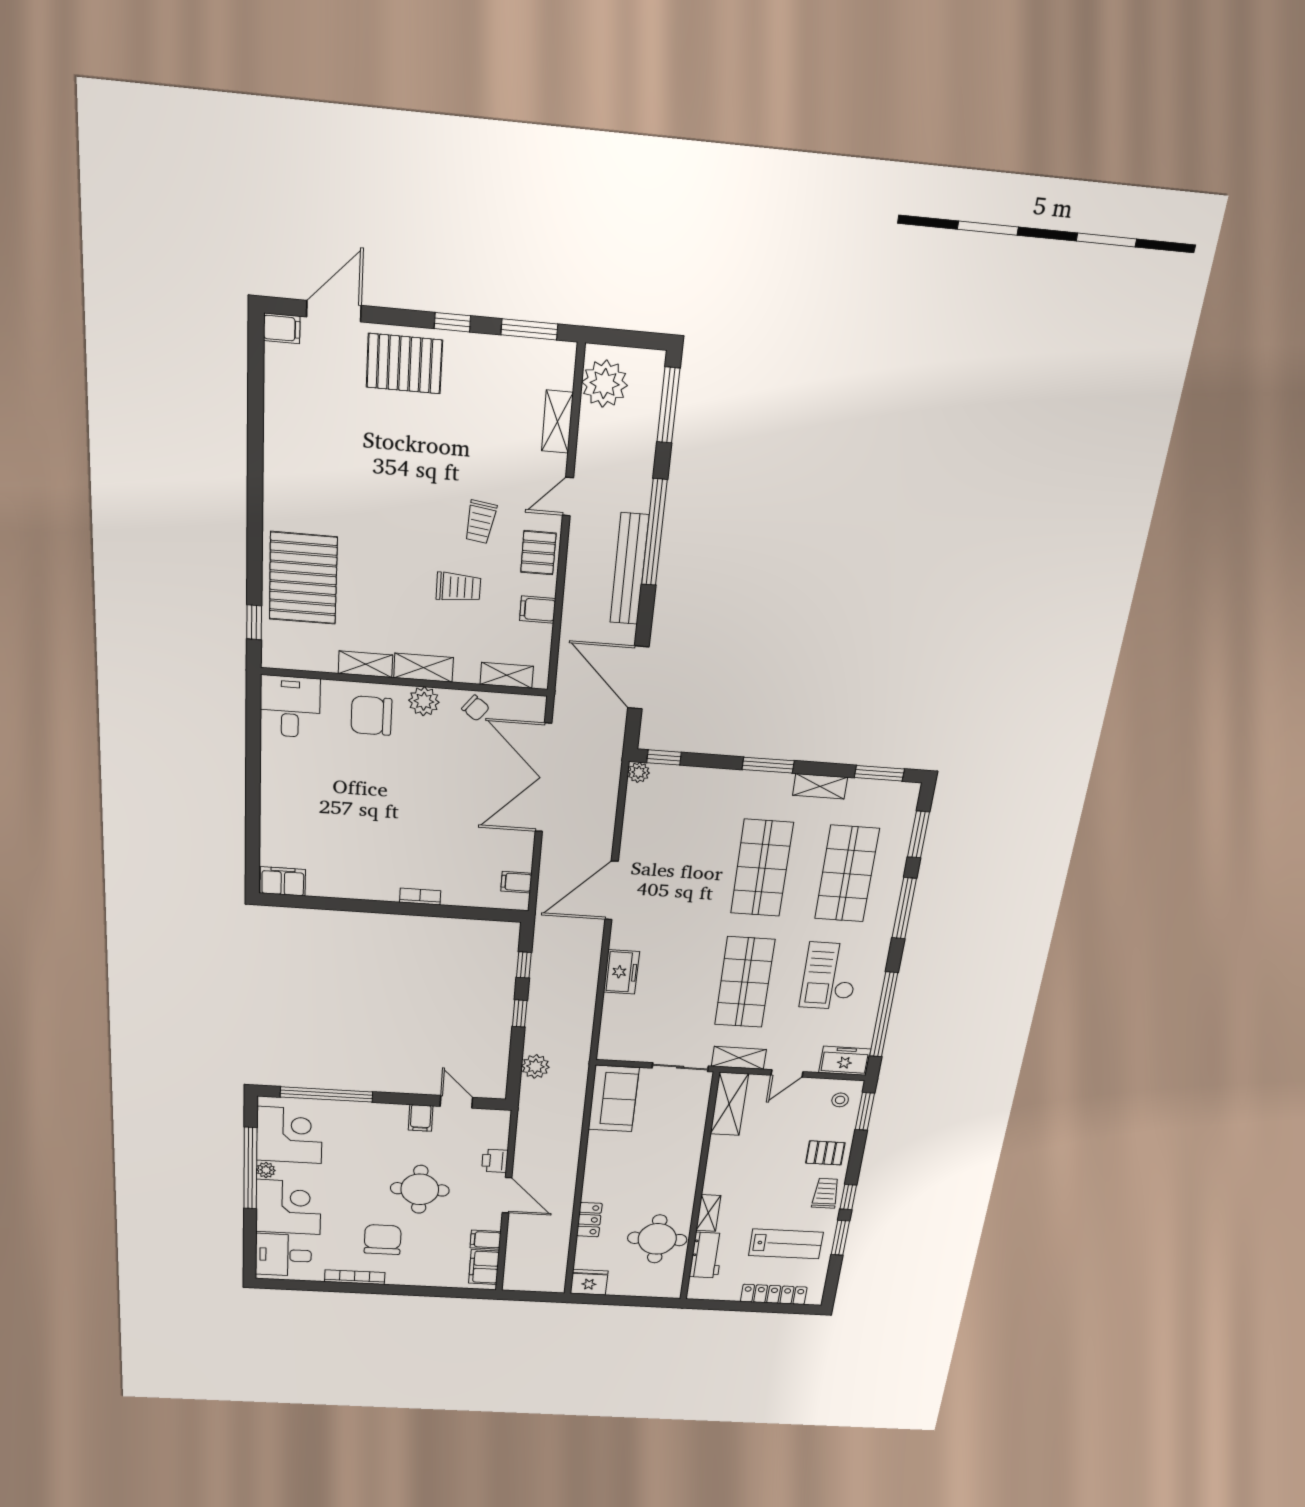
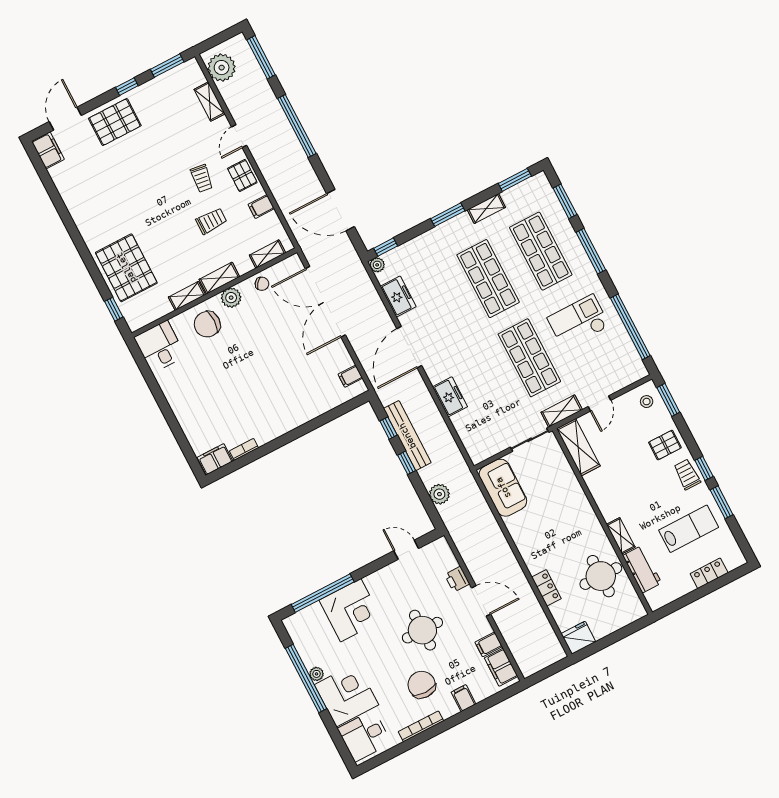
filing cabinet: (282, 328) -> (48, 150), width x2.00
bench: (629, 569) -> (407, 436), moved
bookcase: (420, 897) -> (244, 449), moved
checkout: (830, 976) -> (578, 322), turned 90
freezer: (845, 1061) -> (398, 297), moved, turned 90
filing cabinet: (421, 1118) -> (464, 698), moved, turned 180
corner desk: (289, 1135) -> (351, 610), moved, turned 90
locker: (774, 1294) -> (709, 573), width x0.66

